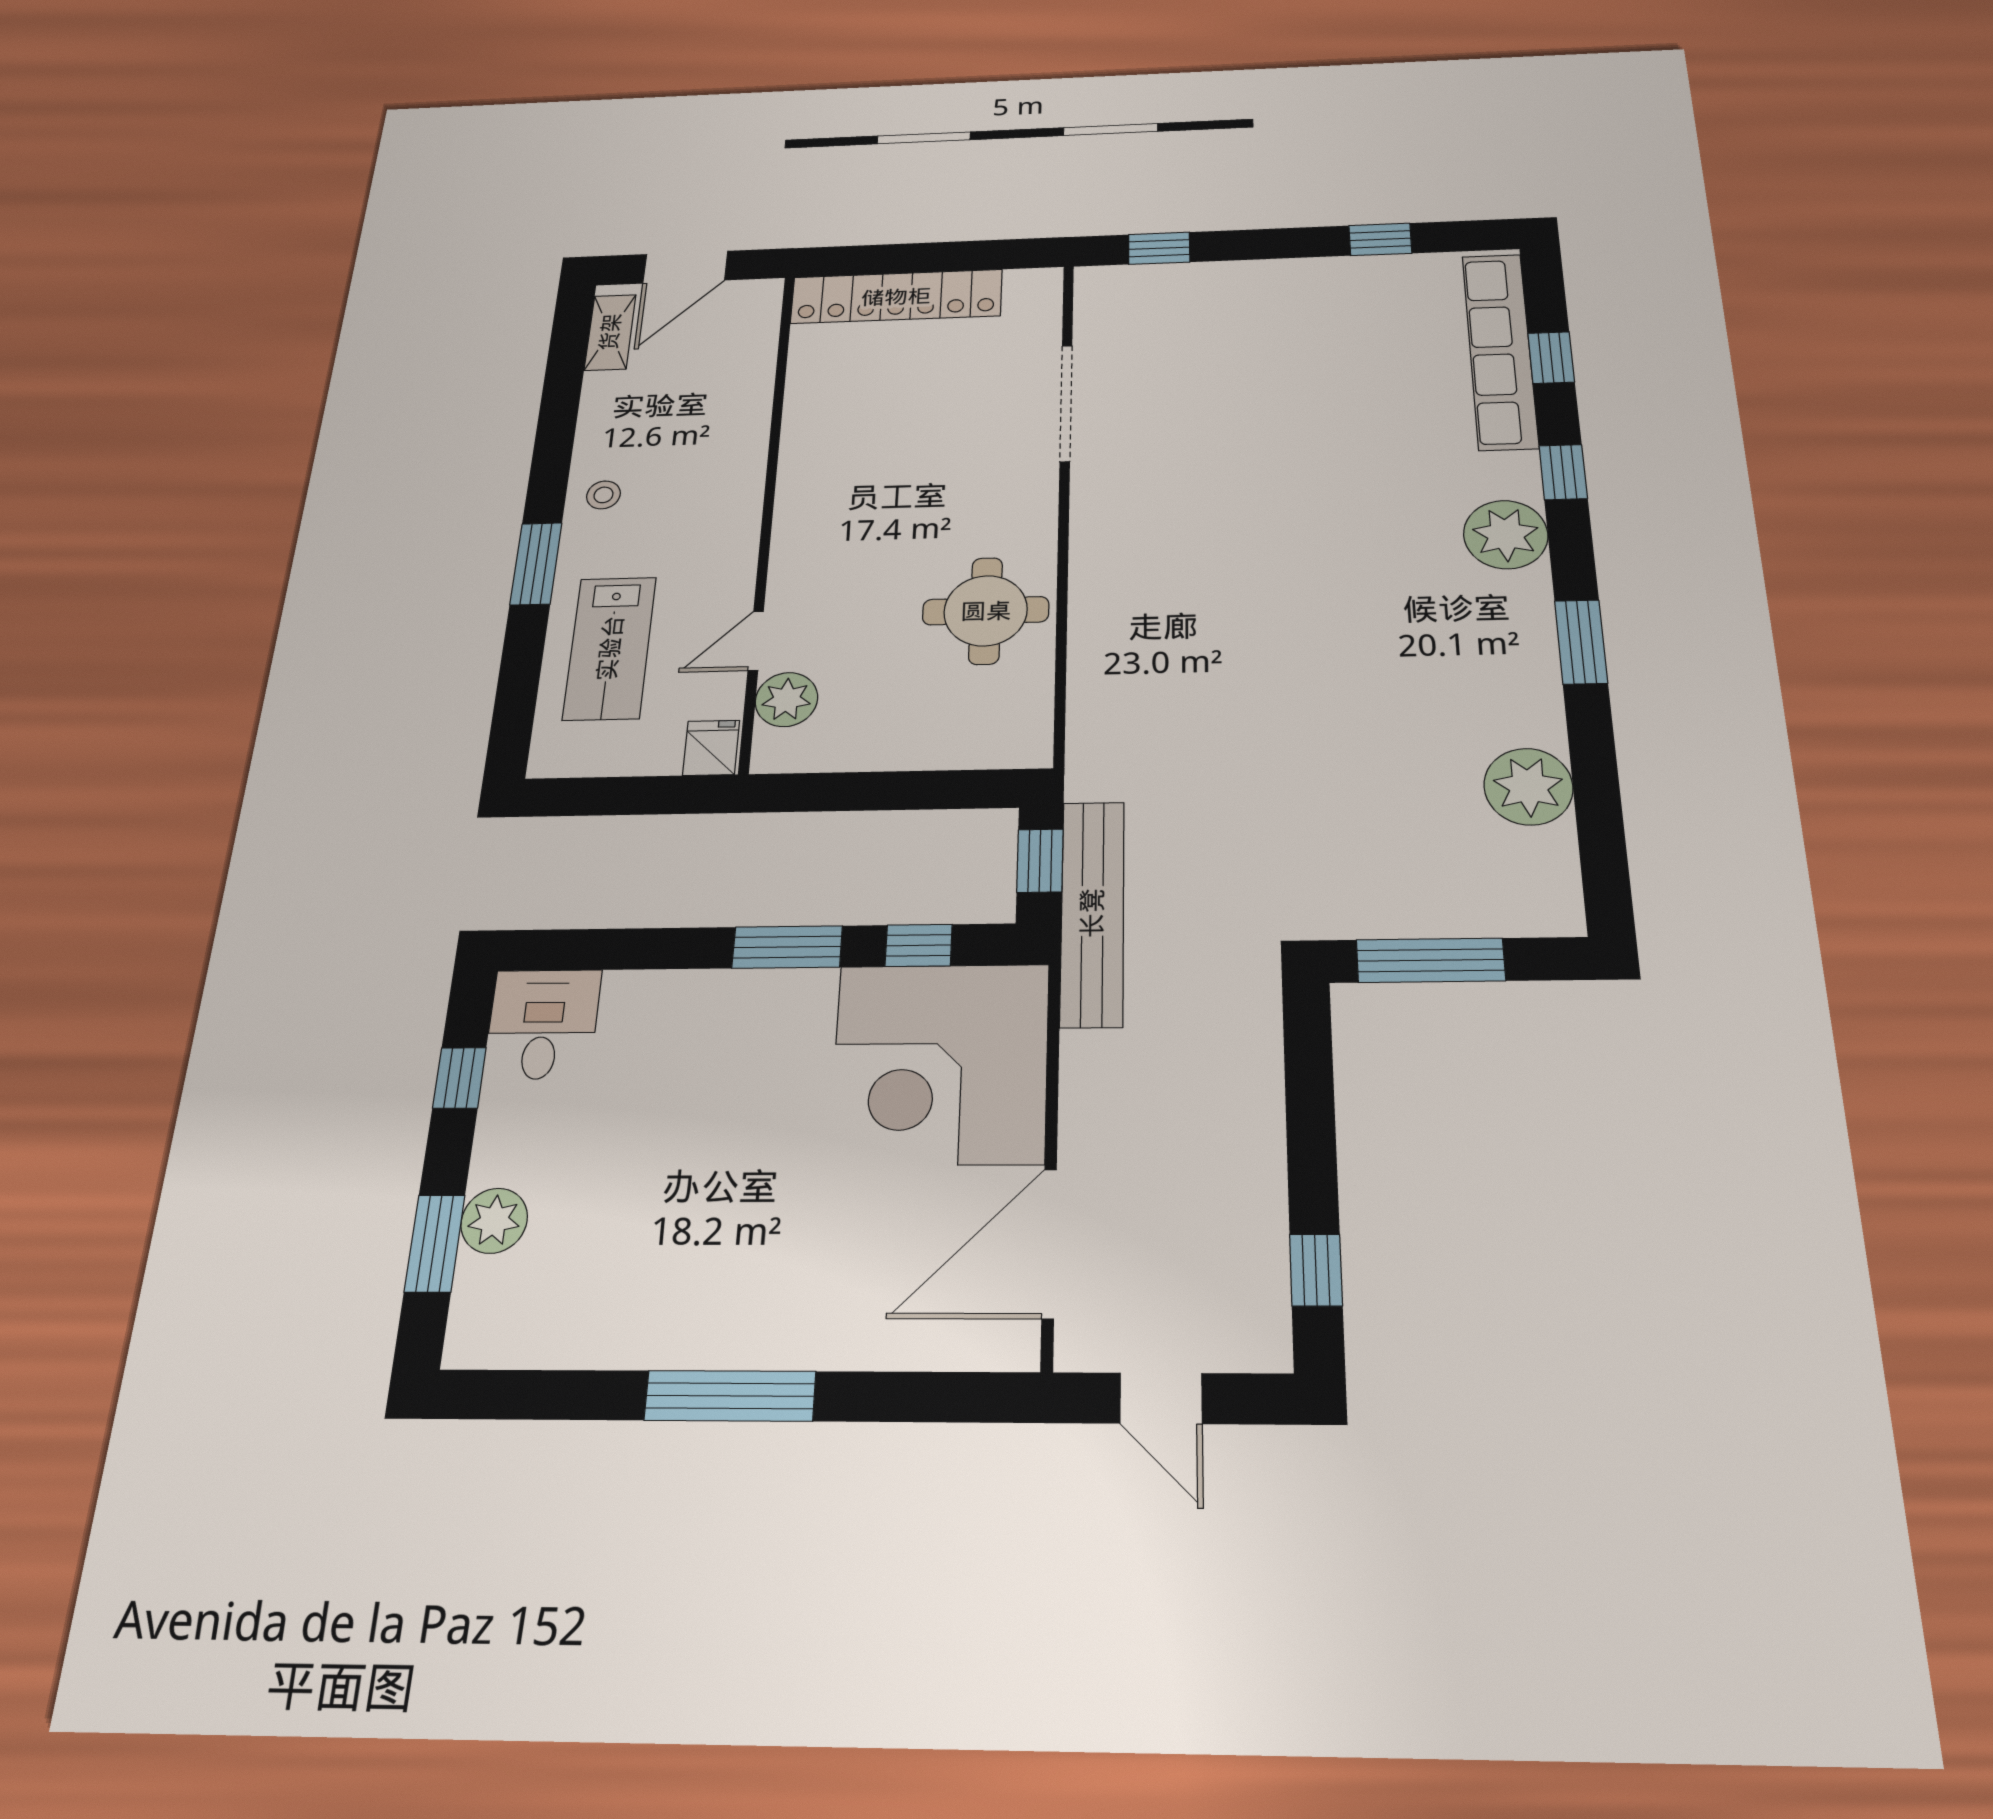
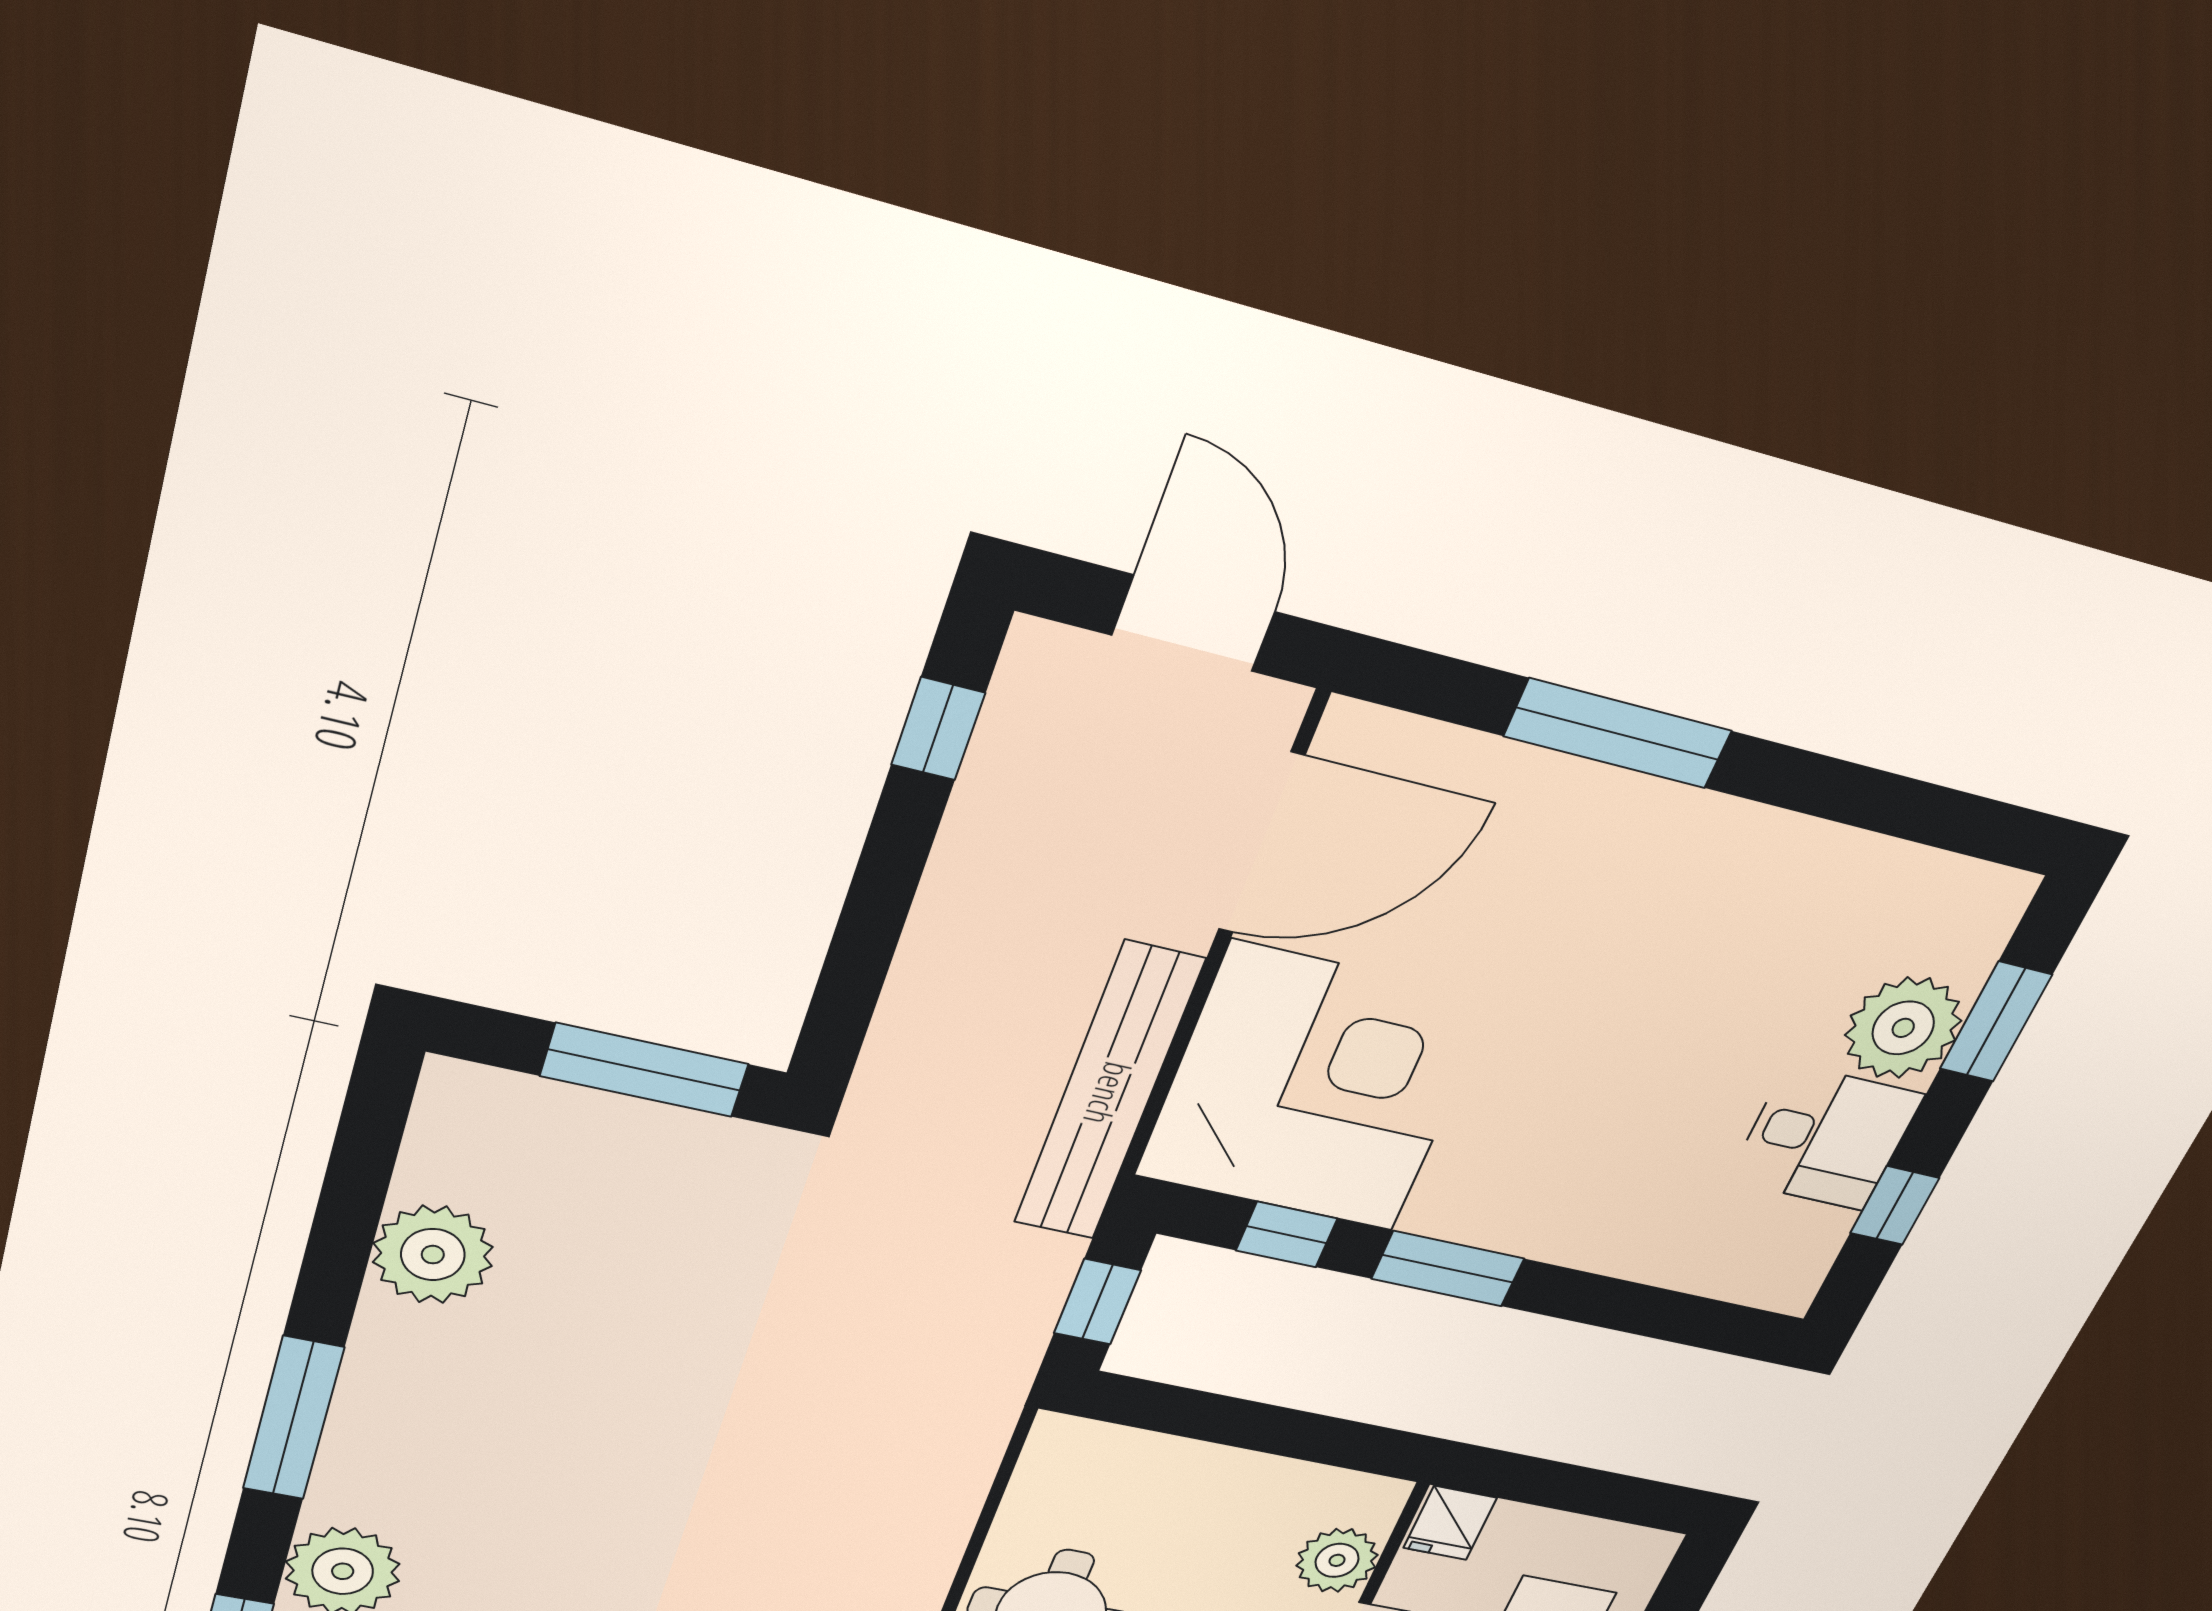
window: (1581, 642) -> (293, 1418), width x1.44
bench: (1092, 913) -> (1108, 1093), moved
desk: (543, 1024) -> (1826, 1137), moved, turned -90
plant: (494, 1221) -> (1903, 1028), width x1.36, depth x1.36
window: (730, 1396) -> (1618, 734), moved
door: (1161, 1398) -> (1193, 623), width x1.37

